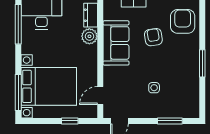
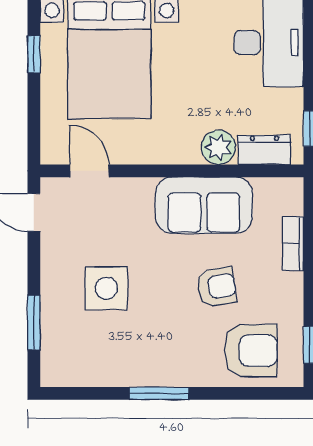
side table: (154, 88) -> (106, 288), width x1.87, depth x1.87
window: (70, 121) -> (34, 54), moved

